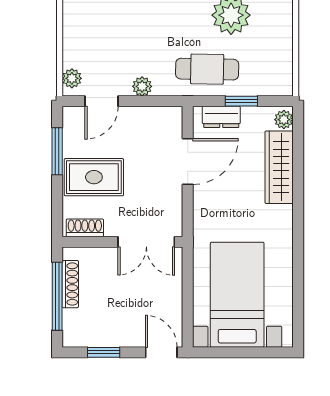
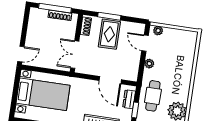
window: (57, 151) -> (109, 16), moved
window: (104, 352) -> (25, 26), removed

